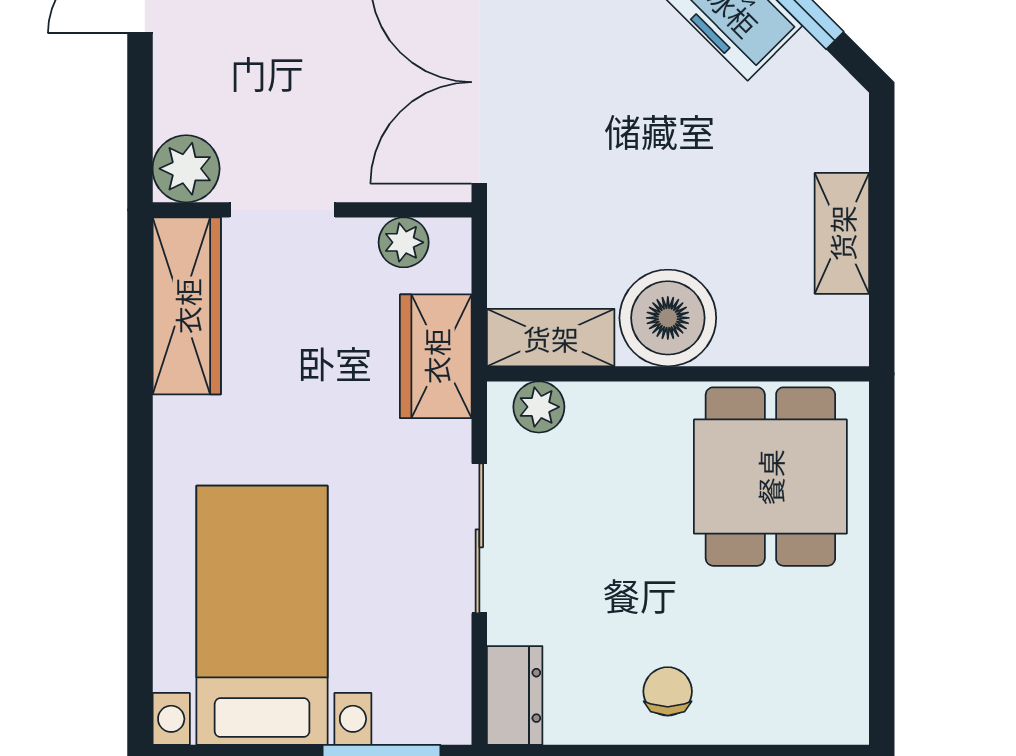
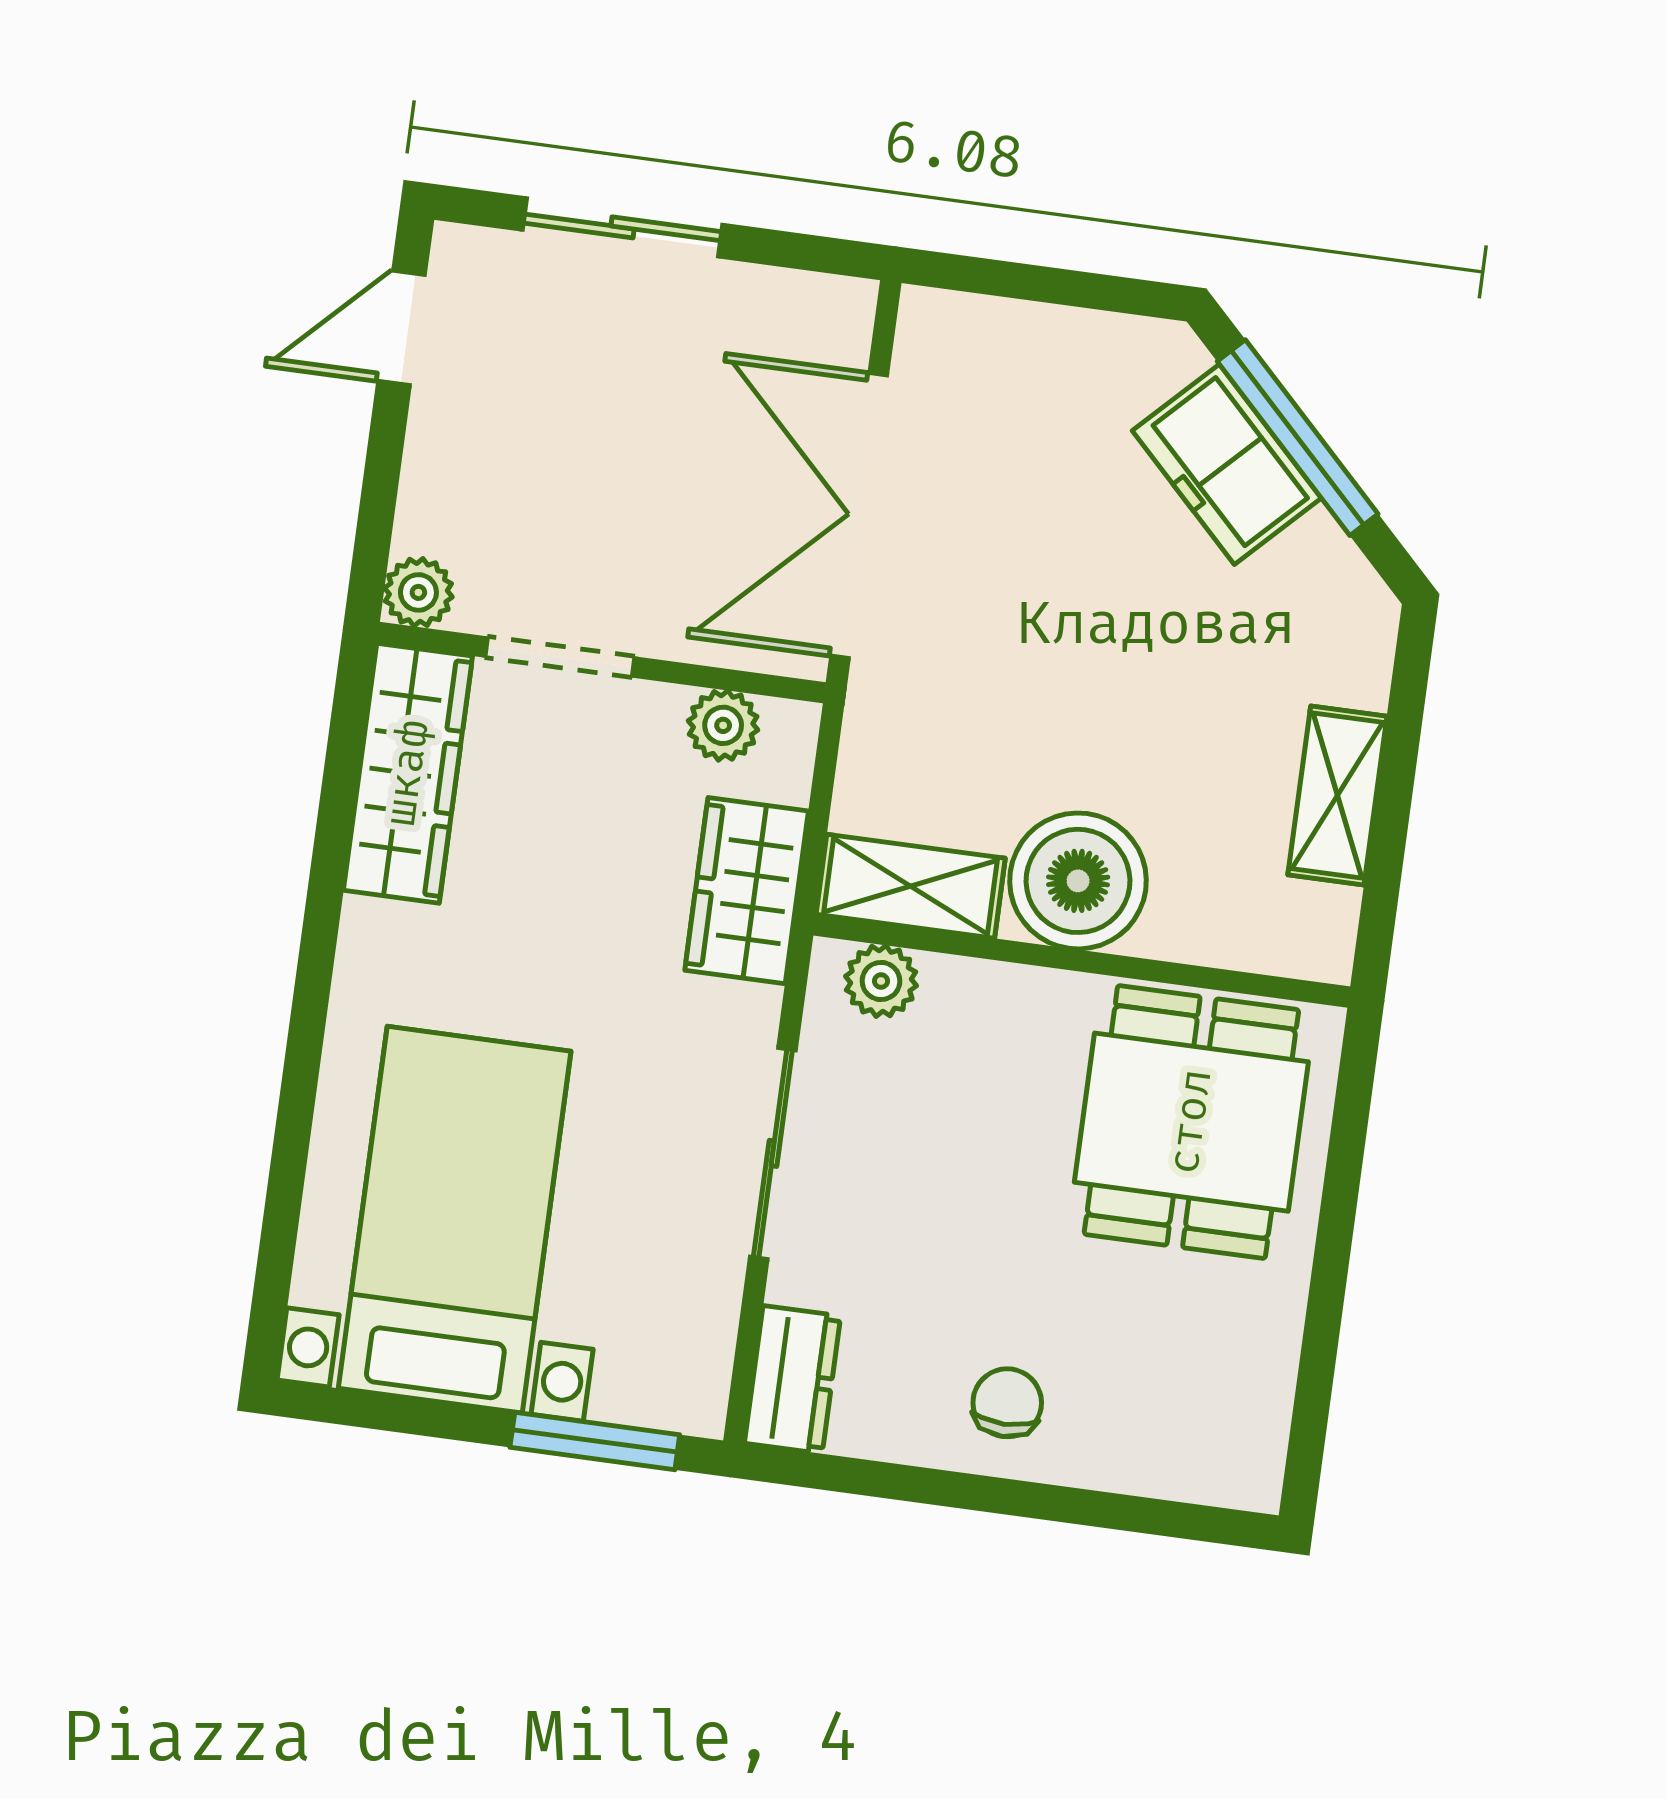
plant: (186, 169) -> (418, 592), width x0.73, depth x0.73

